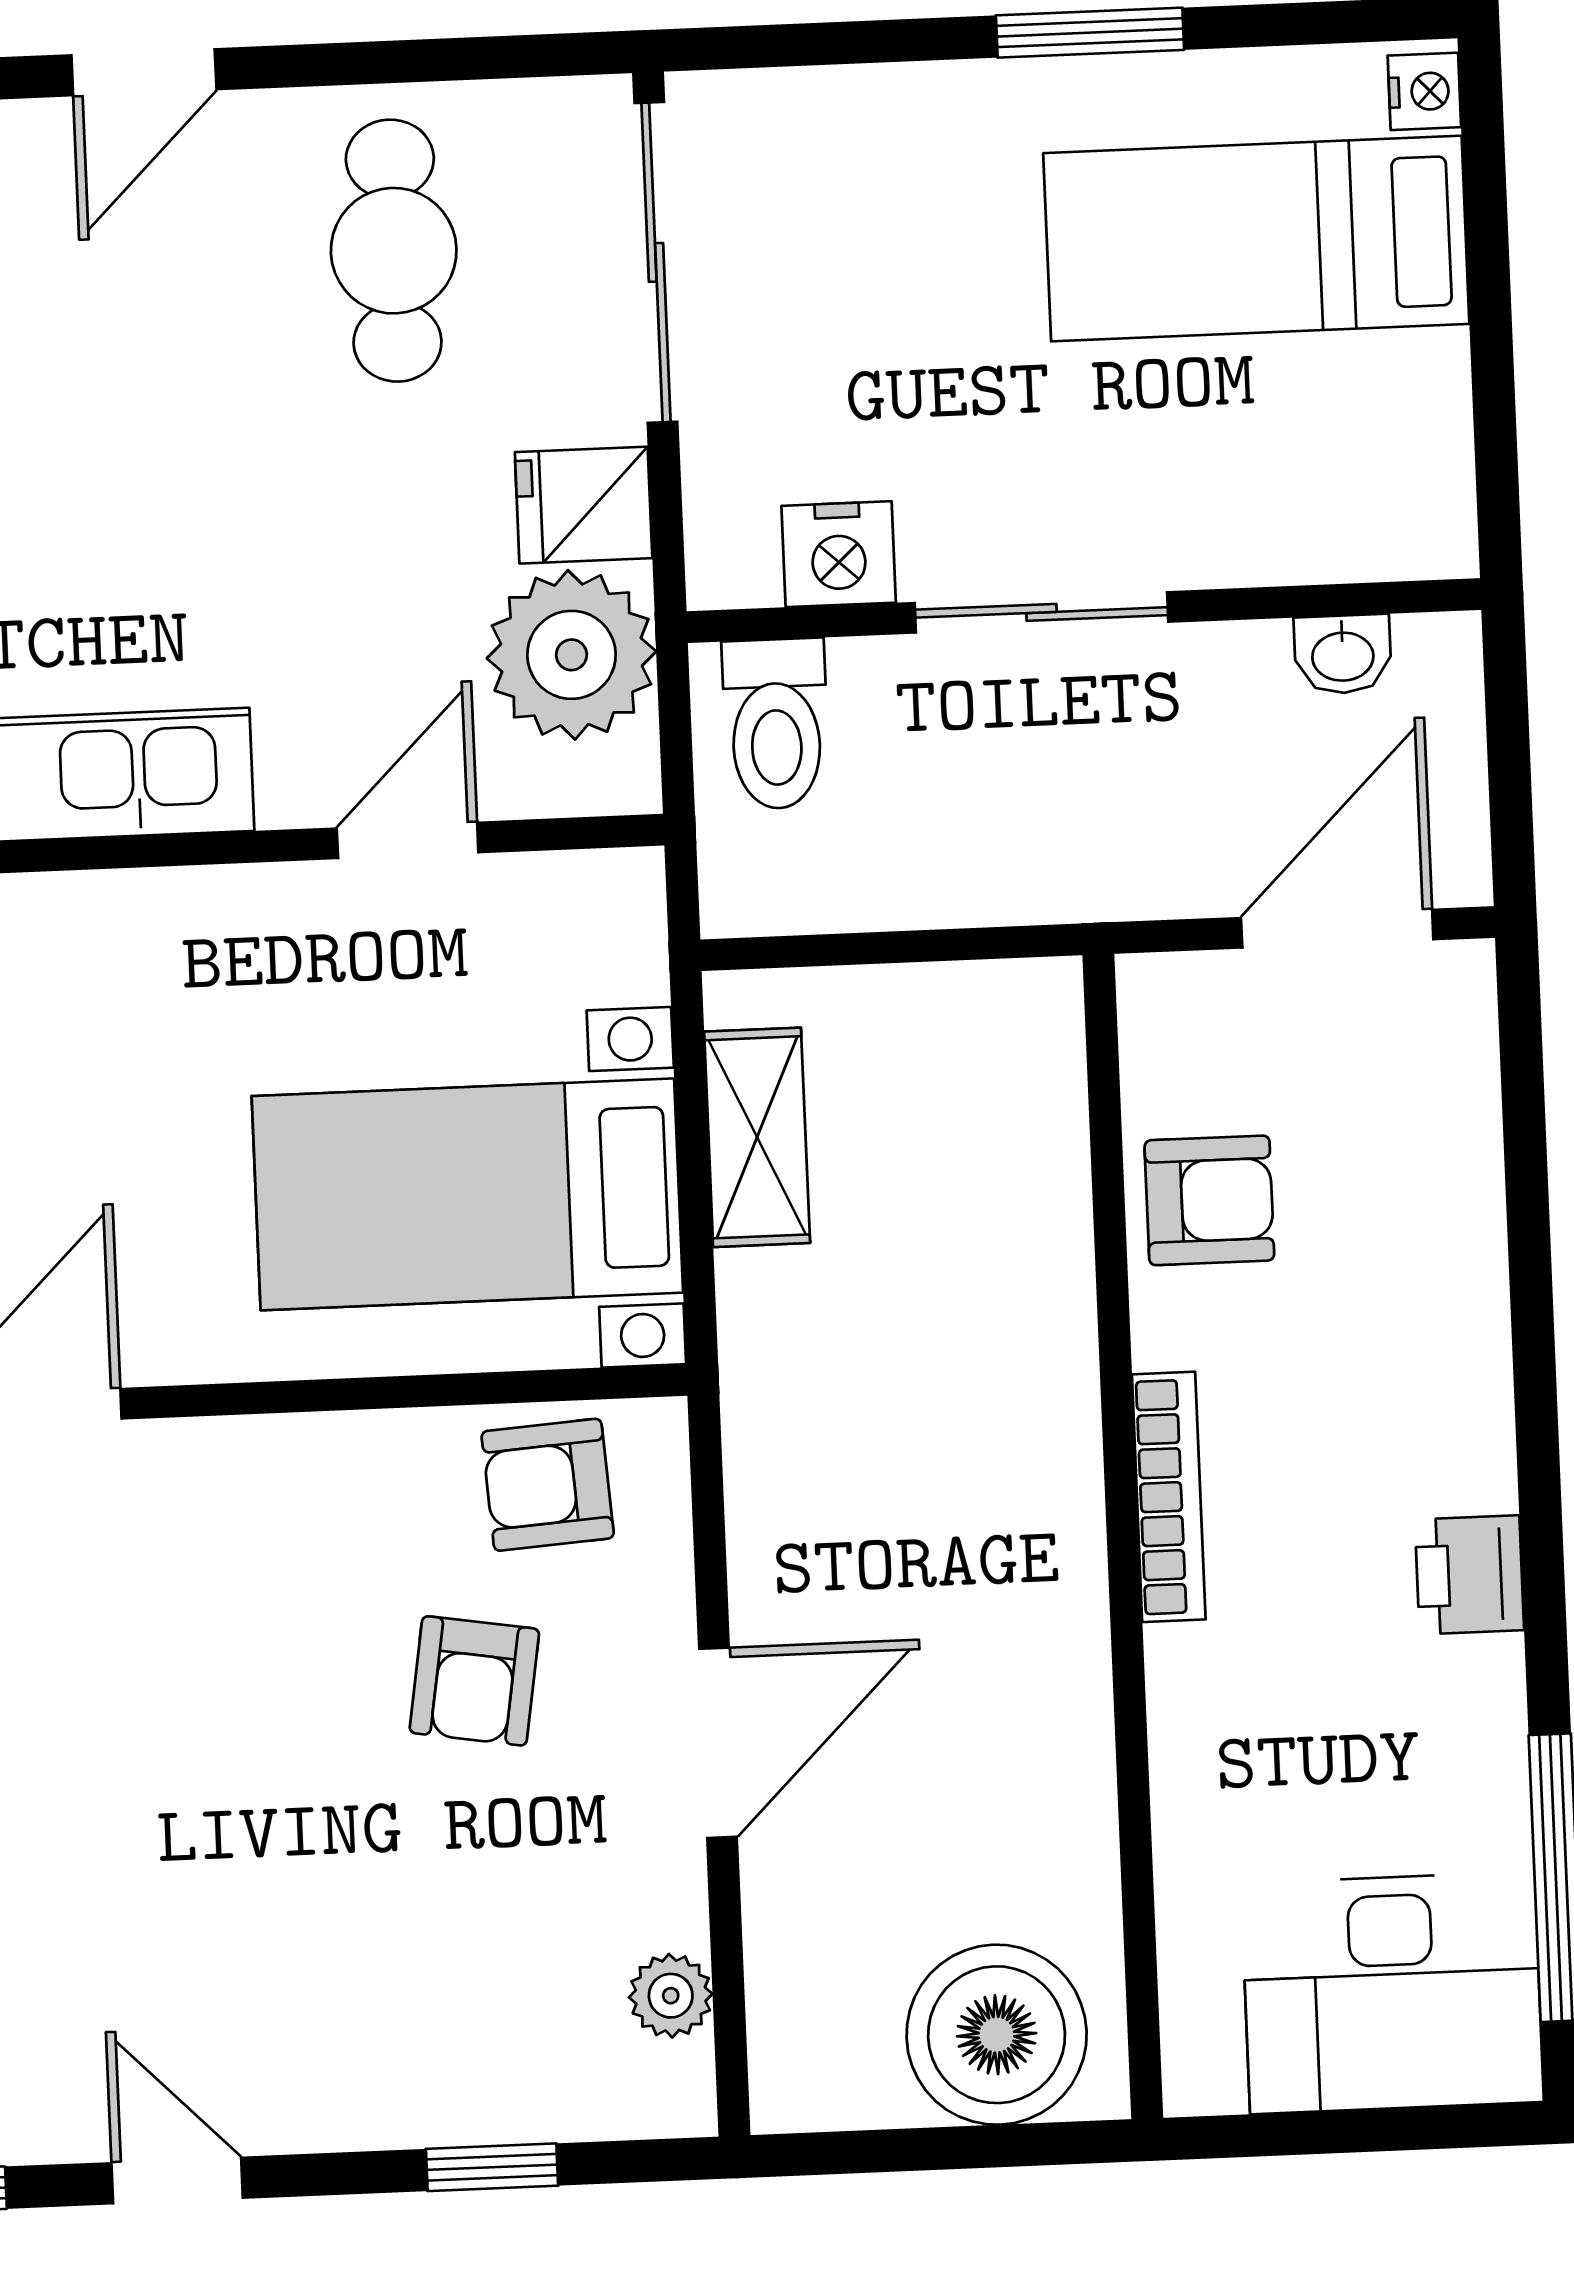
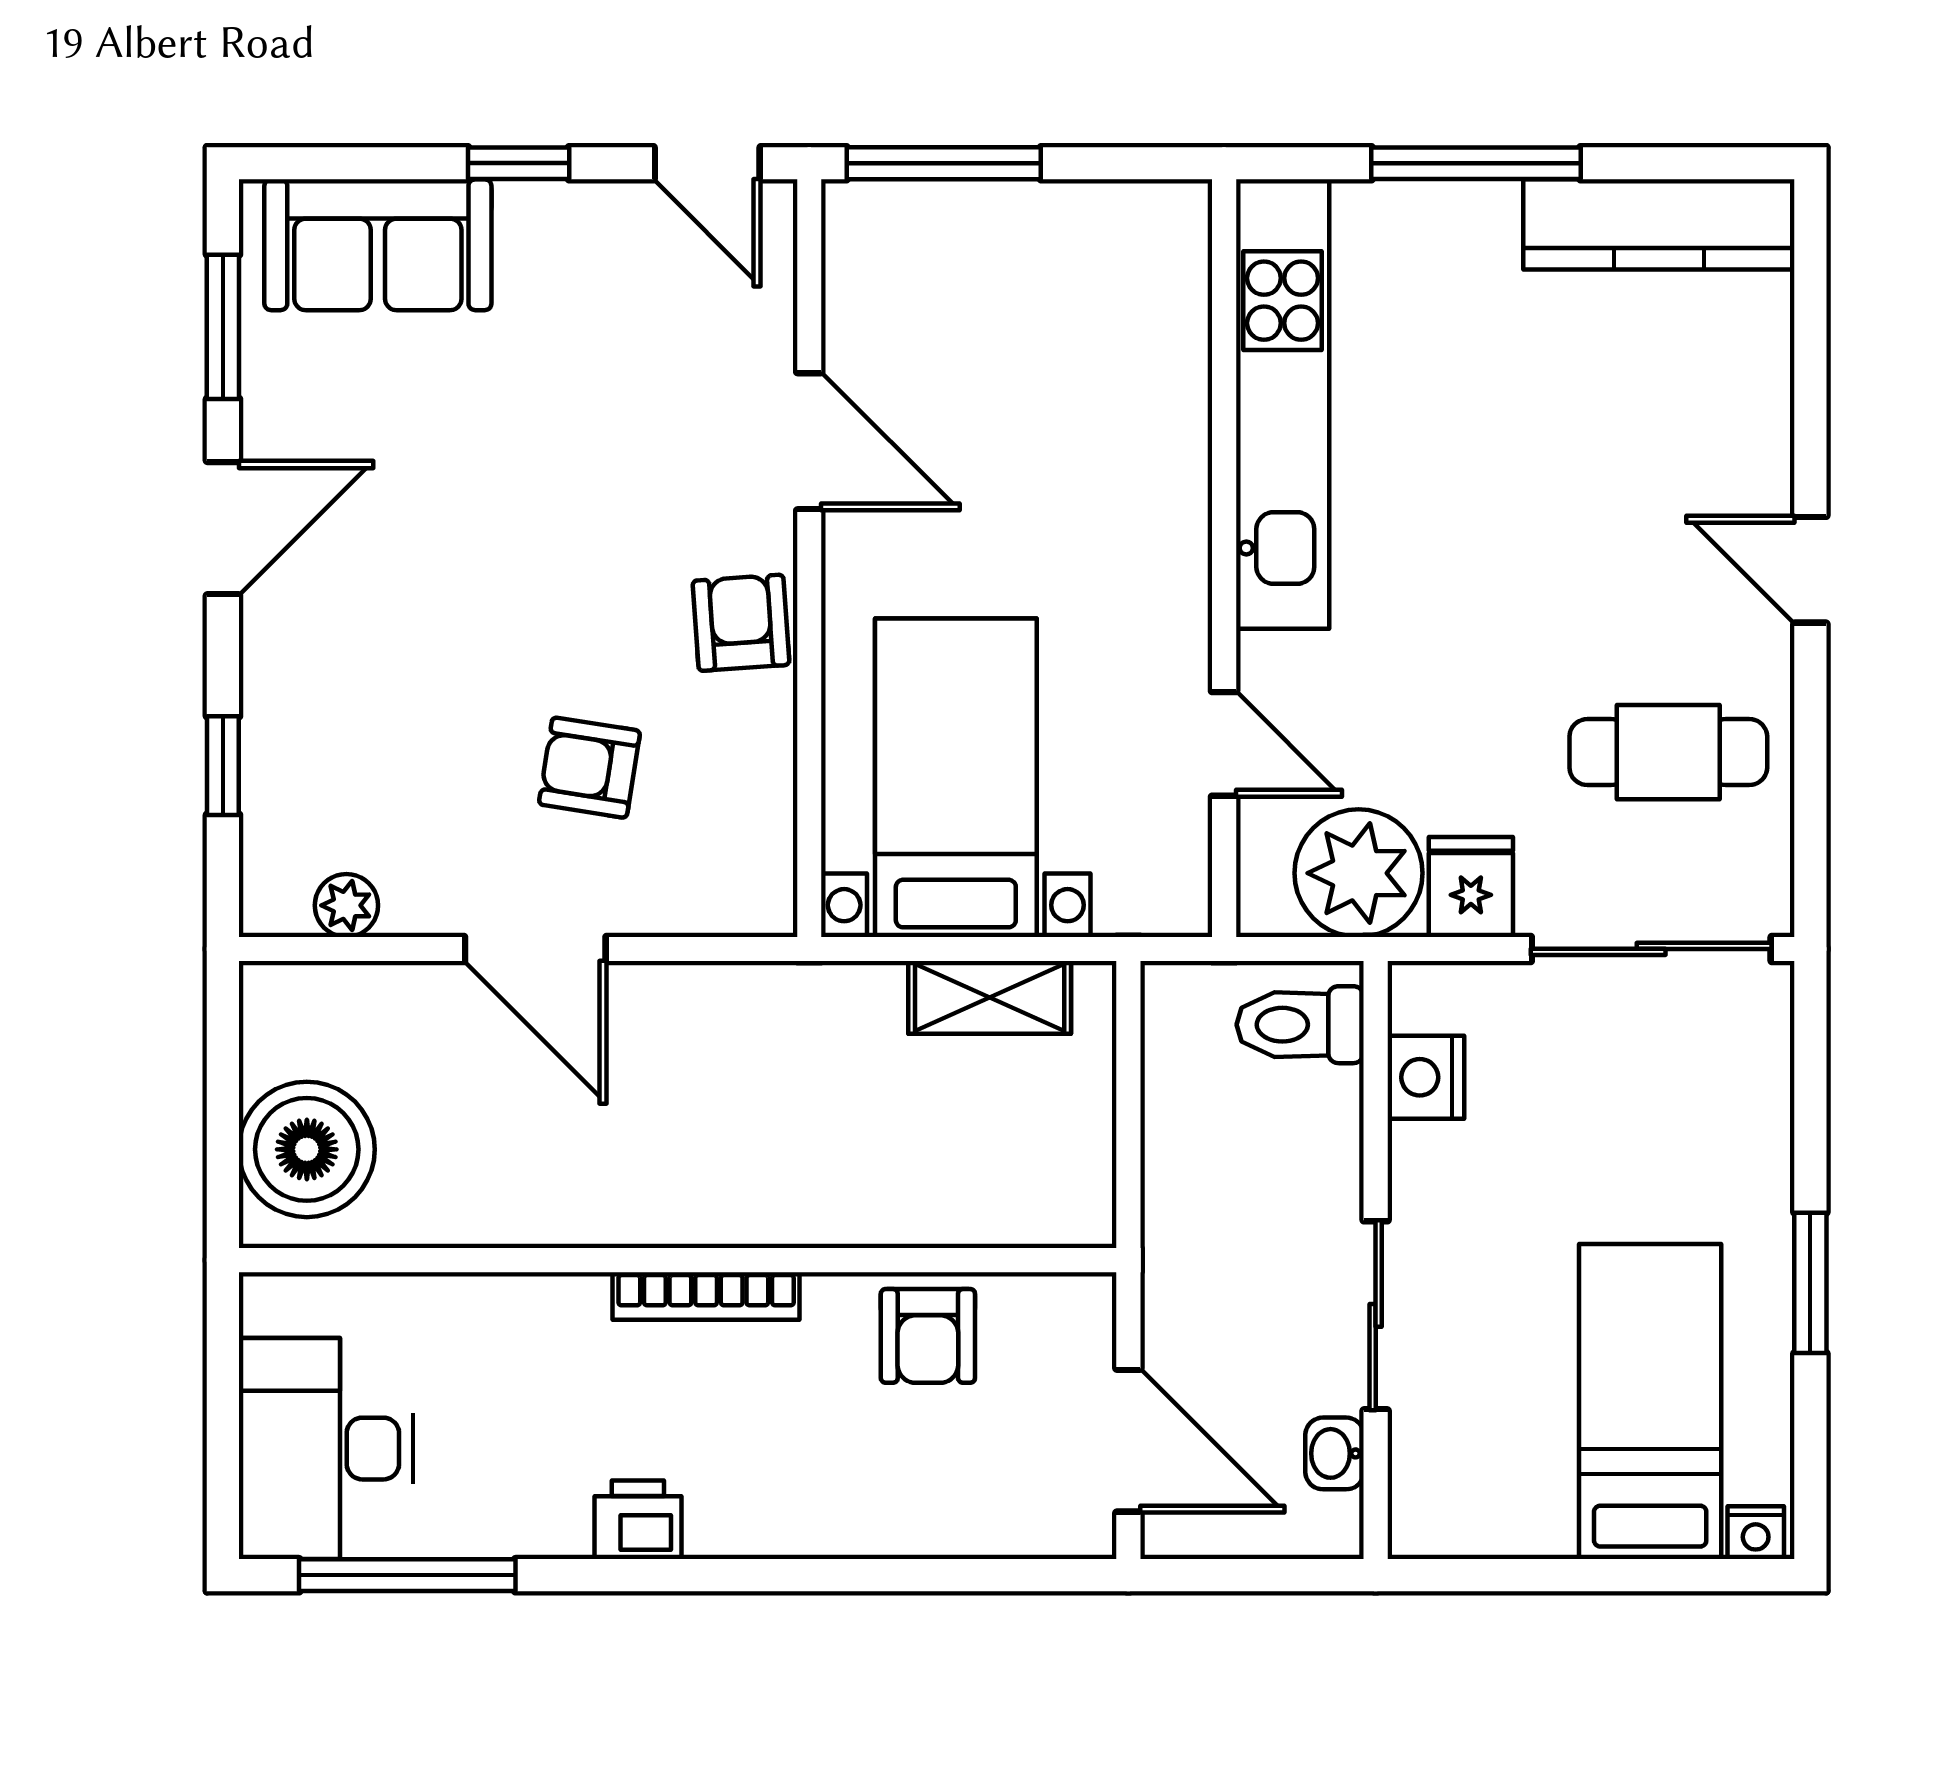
sliding door: (1042, 612) -> (1376, 1315), moved
armchair: (548, 1485) -> (741, 623), moved
door: (177, 2180) -> (223, 528), width x1.38

